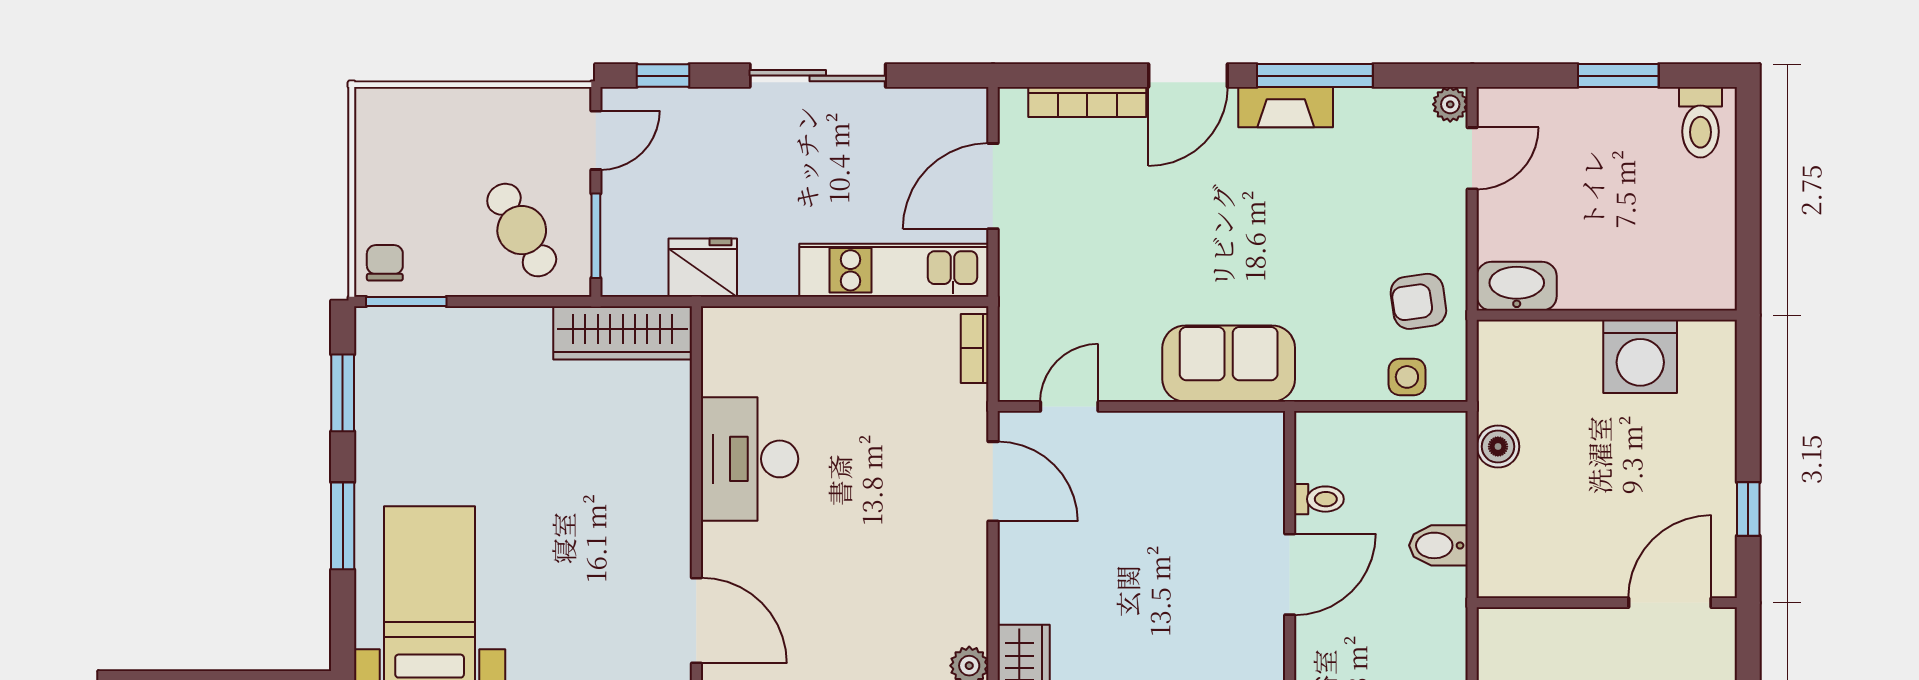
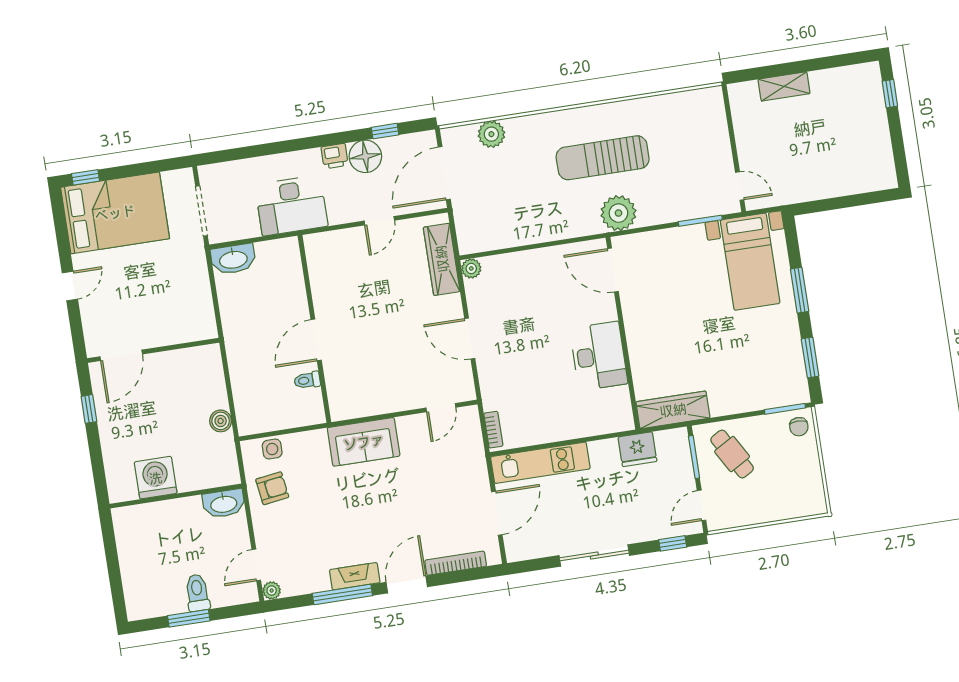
toilet: (1700, 122) -> (197, 593), moved
door: (993, 481) -> (470, 339), moved
bidet: (1438, 545) -> (243, 366), removed

